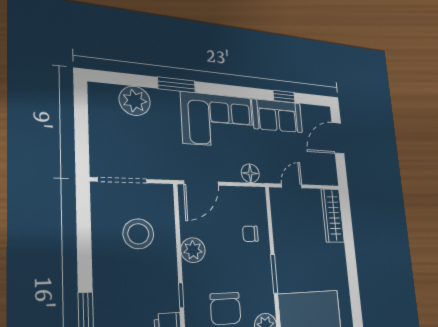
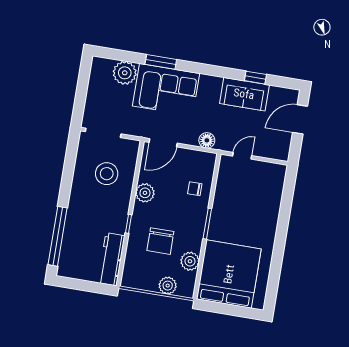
corner sofa: (218, 120) -> (166, 90), moved
wardrobe: (333, 215) -> (275, 186), removed

